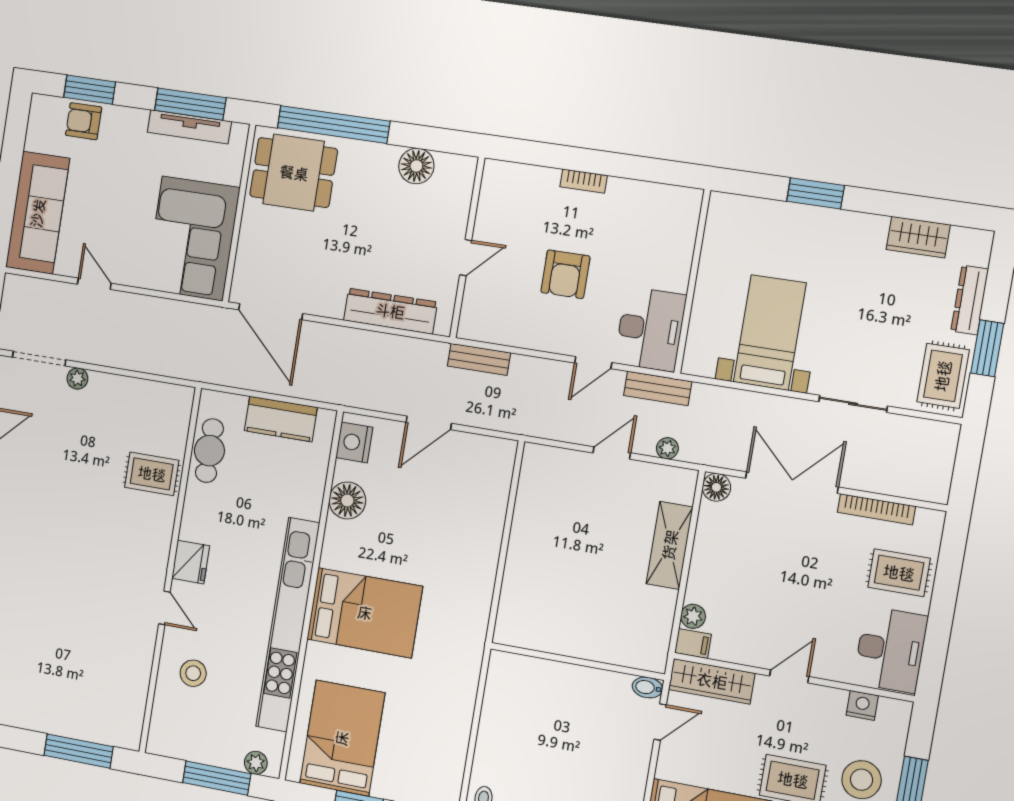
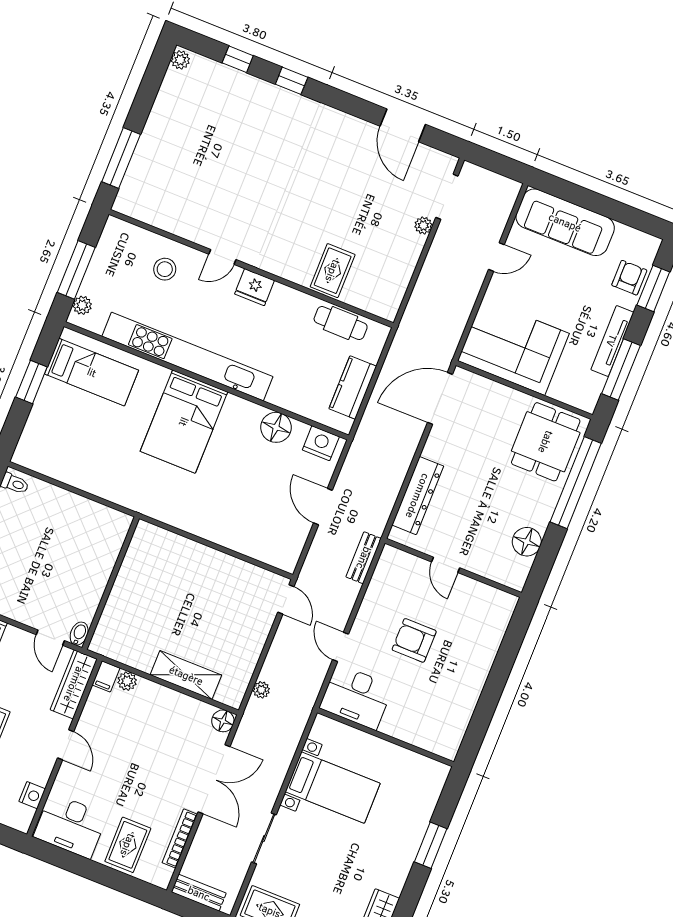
tv unit: (189, 127) -> (612, 341), moved
bookcase: (584, 181) -> (483, 670), removed
bench: (658, 388) -> (199, 893), moved, turned 90
door: (612, 453) -> (286, 599), moved
bed: (342, 738) -> (92, 372), width x0.67

